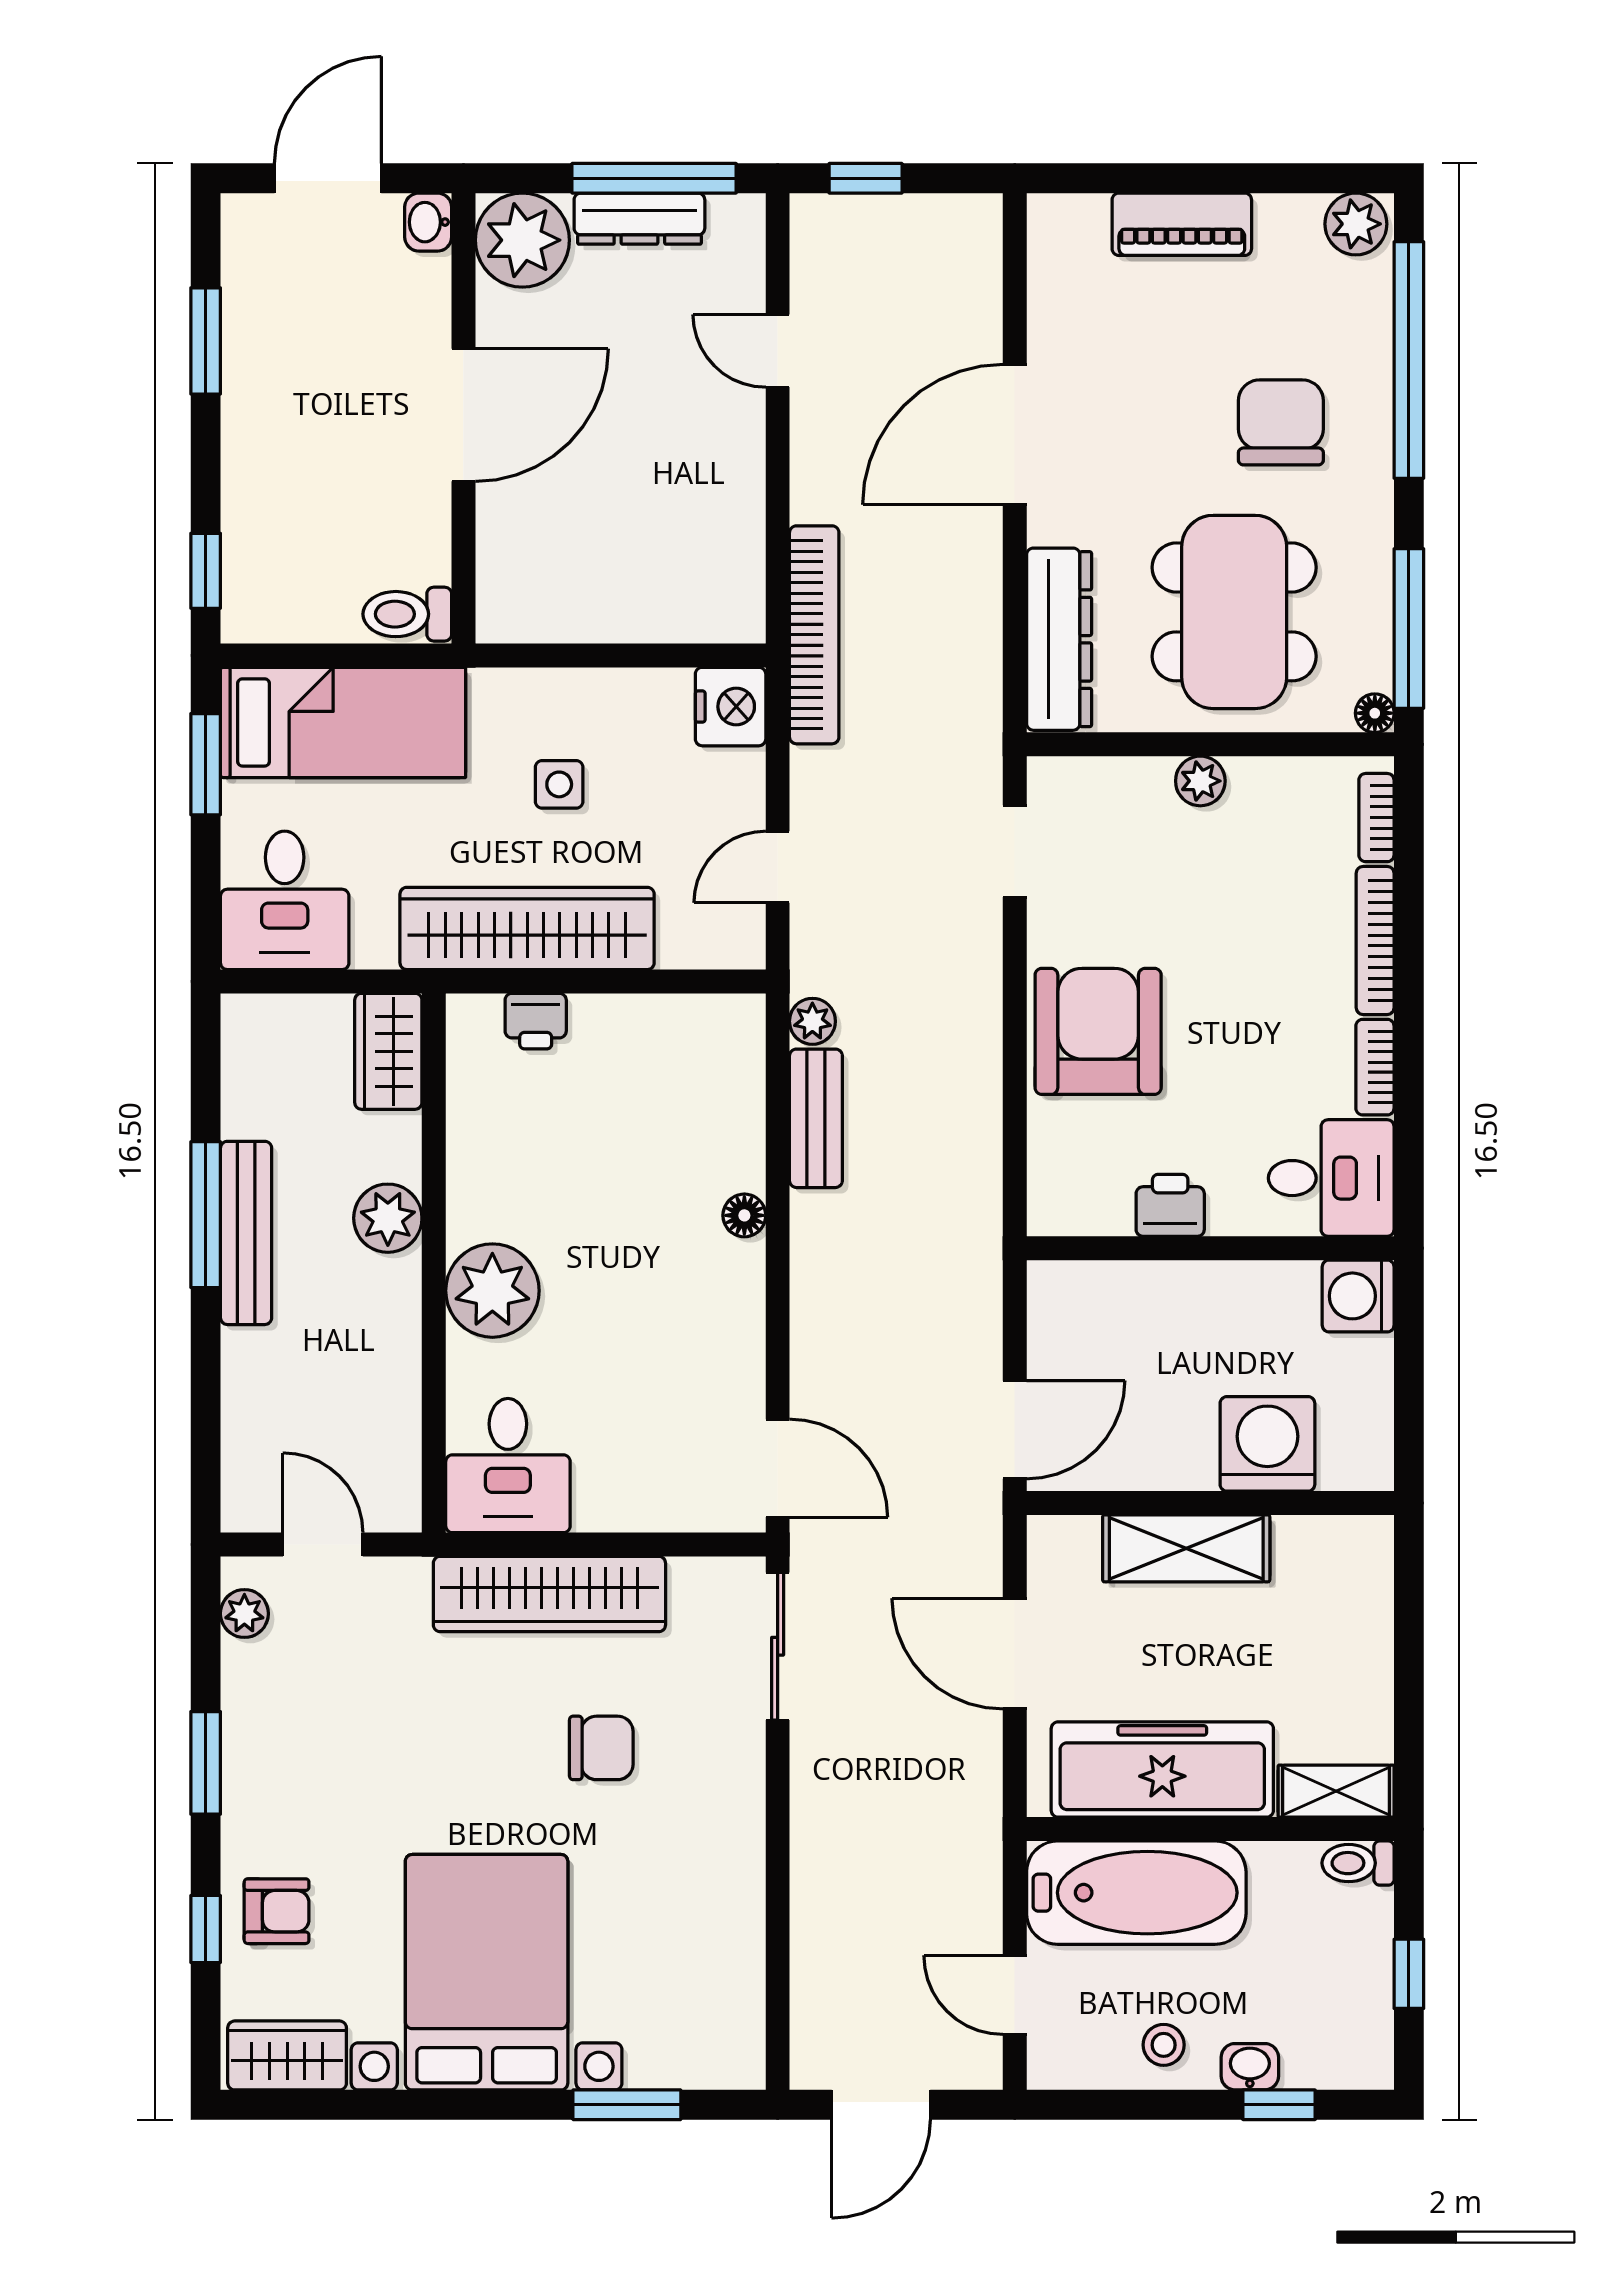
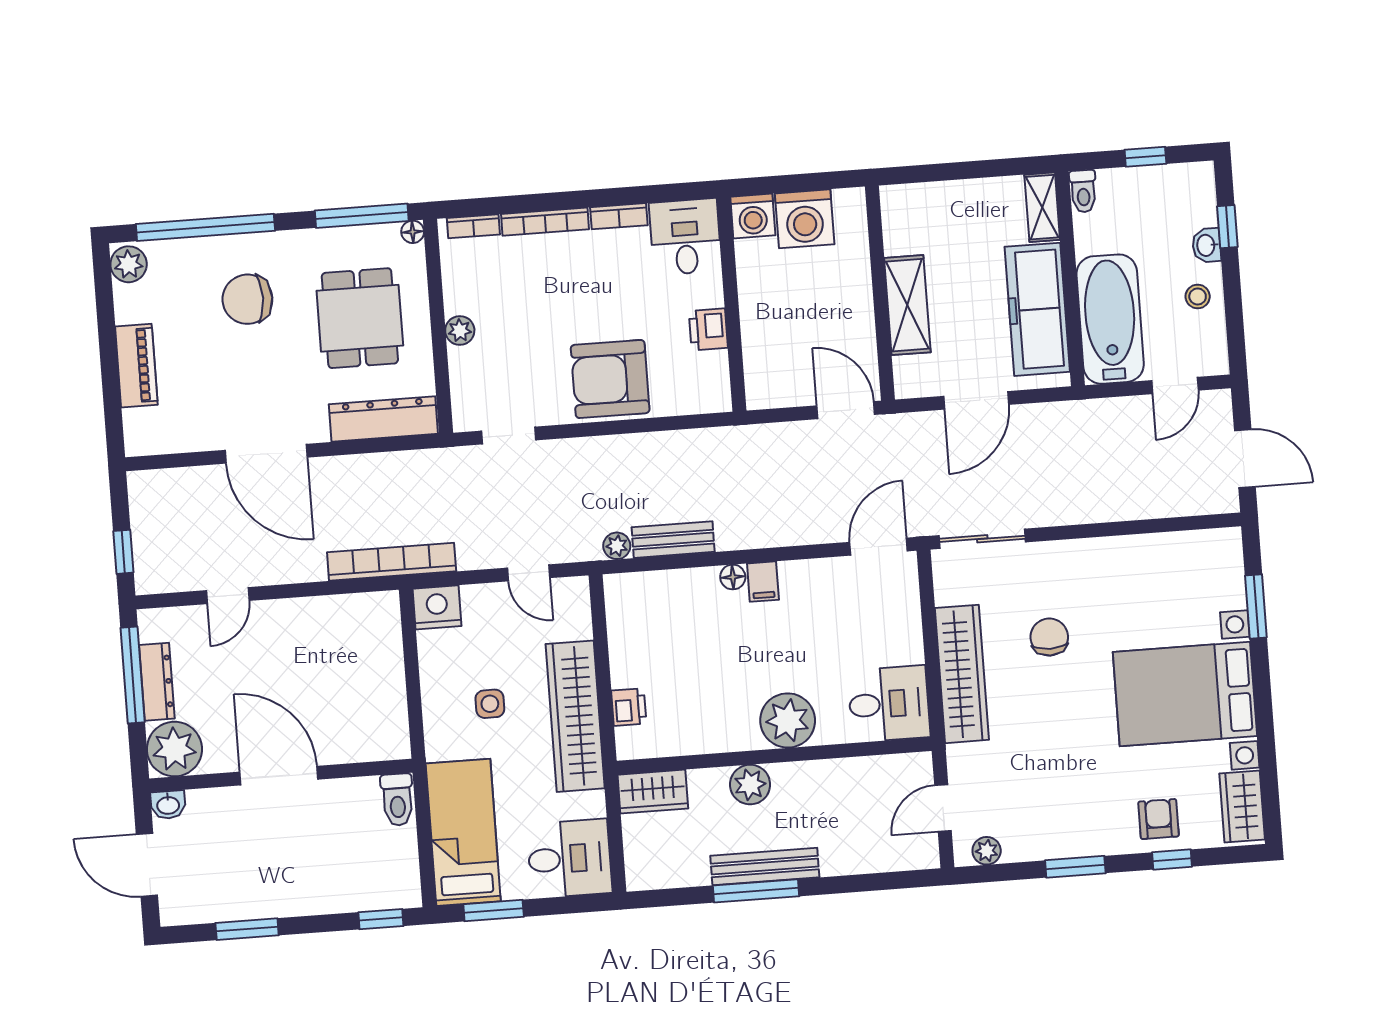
dining table: (1234, 612) -> (360, 318), width x0.73
filing cabinet: (733, 1266) -> (763, 582), added
washing machine: (1267, 1444) -> (805, 219), moved, turned -90

